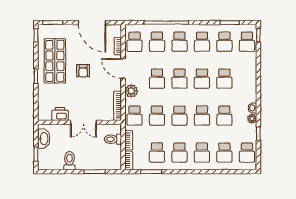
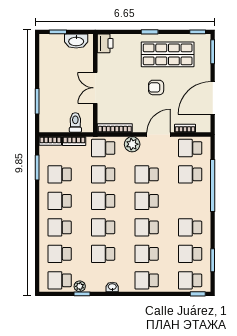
school desk: (179, 42) -> (147, 280), moved
printer: (60, 114) -> (105, 43), moved
plant: (252, 119) -> (80, 286), moved
toilet: (69, 161) -> (50, 71), removed

